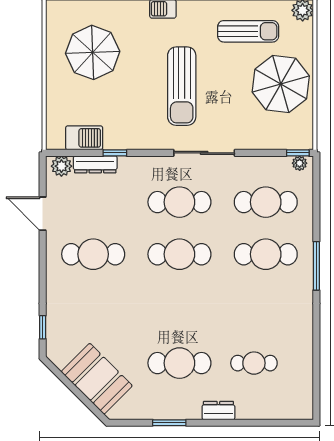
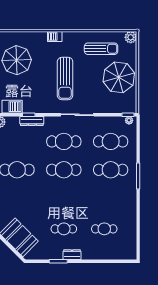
dresser: (95, 164) -> (32, 121), moved
cafe table: (179, 363) -> (64, 229), width x0.73, depth x0.74
dresser: (218, 411) -> (72, 255), moved

